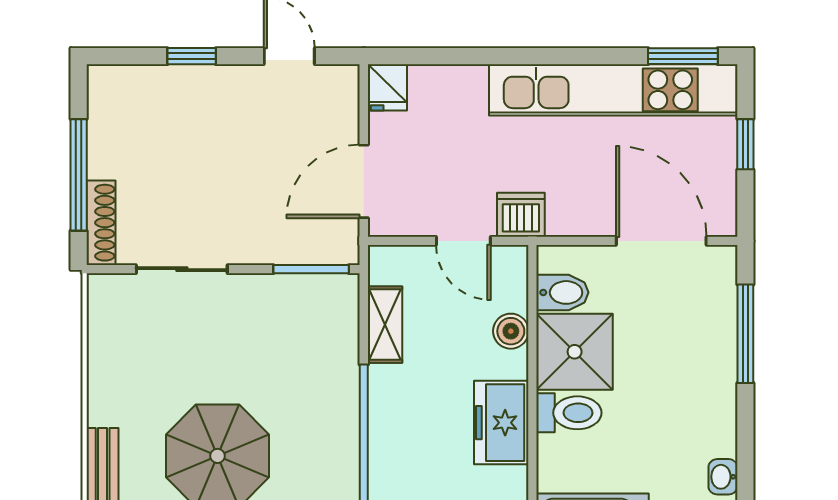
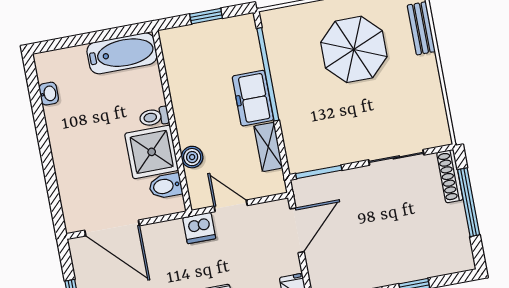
window: (745, 334) -> (51, 182), removed
toilet: (569, 413) -> (154, 117), width x0.73, depth x0.72
freezer: (501, 423) -> (253, 98), moved, turned 180

